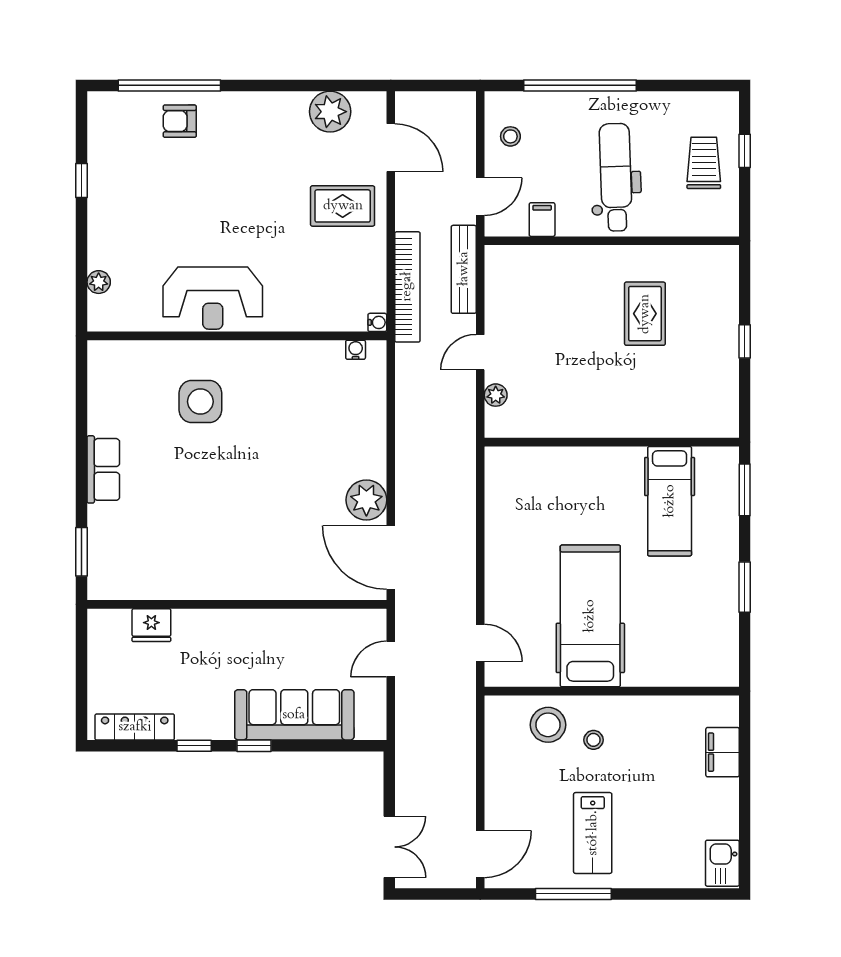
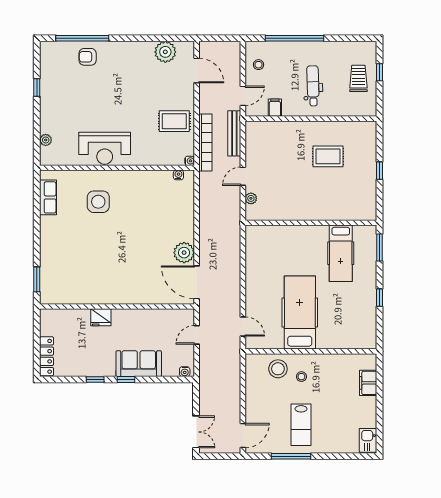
dental chair: (616, 177) -> (313, 86), width x0.73, depth x0.72
rug: (343, 206) -> (174, 121), moved
rug: (645, 314) -> (328, 156), turned 90
row of seats: (103, 469) -> (48, 197), moved
window: (745, 587) -> (380, 298), width x0.67
fridge: (151, 625) -> (101, 317), moved
sofa: (294, 715) -> (139, 364), width x0.73
locker: (135, 727) -> (47, 356), moved, turned 90
water cooler: (368, 730) -> (185, 372), added

